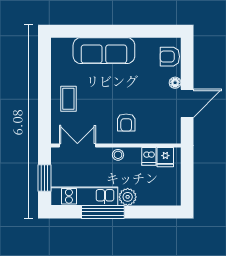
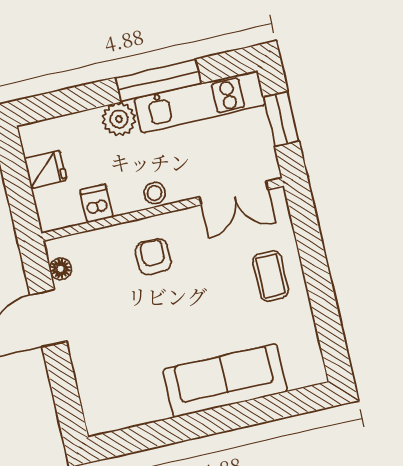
armchair: (170, 57) -> (100, 398), removed
floor lamp: (175, 83) -> (60, 269), moved
fridge: (165, 157) -> (46, 169), moved, turned 90

